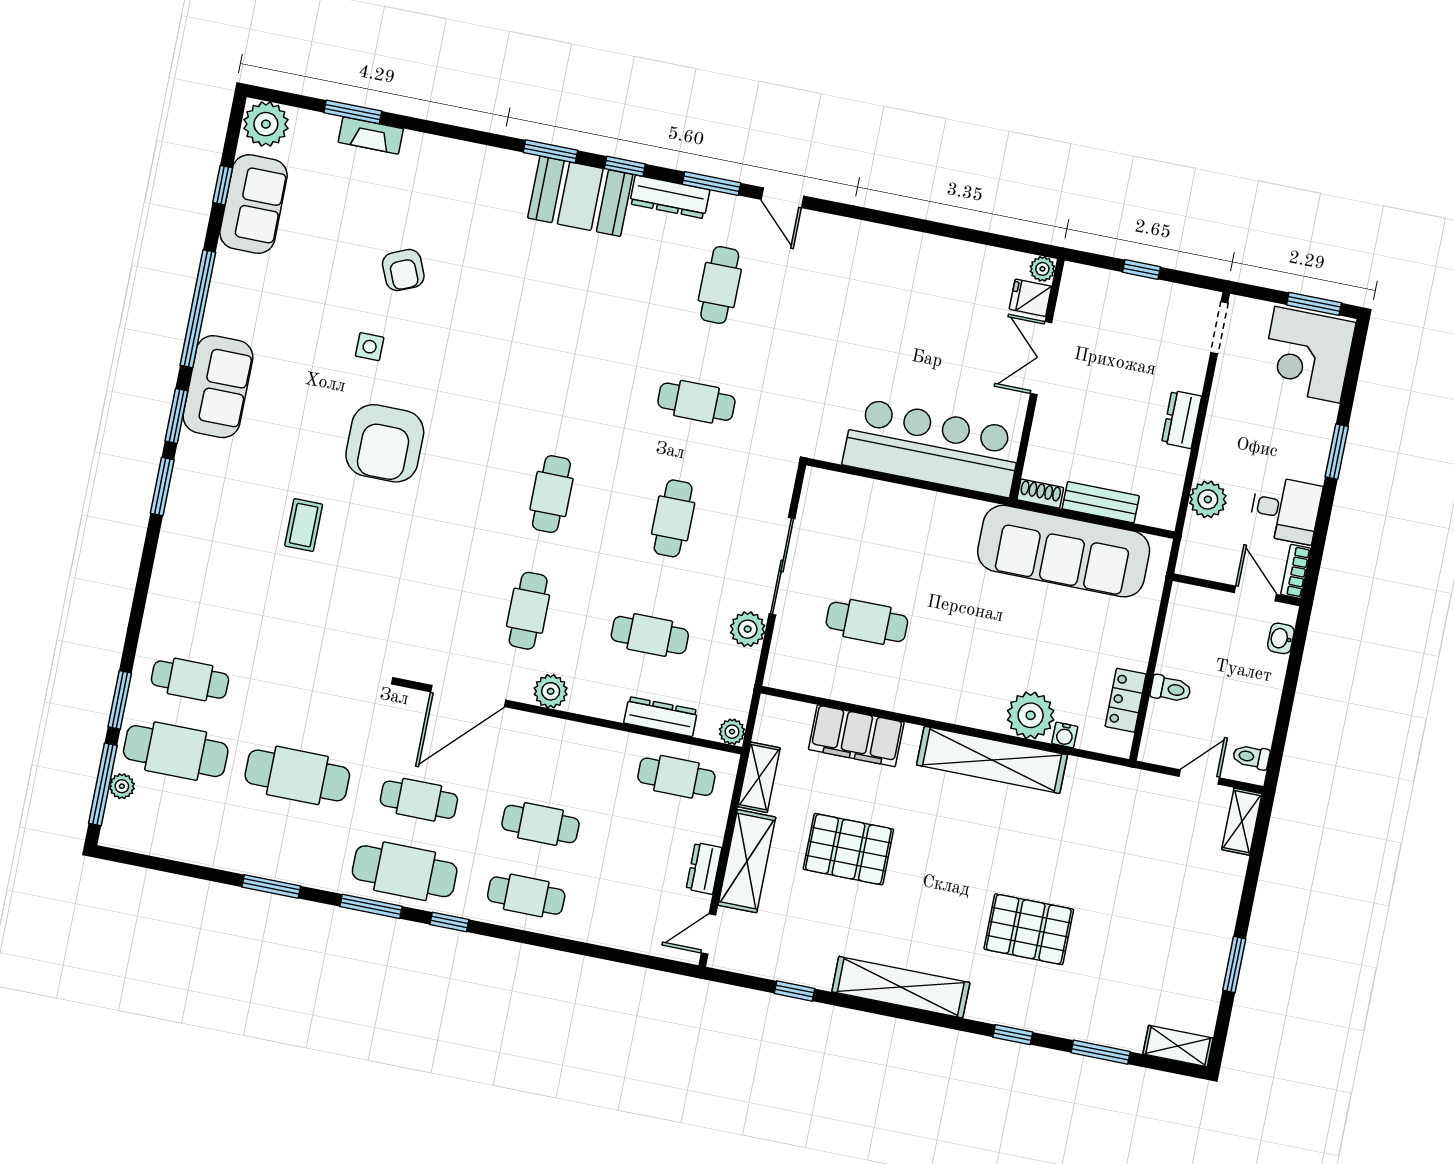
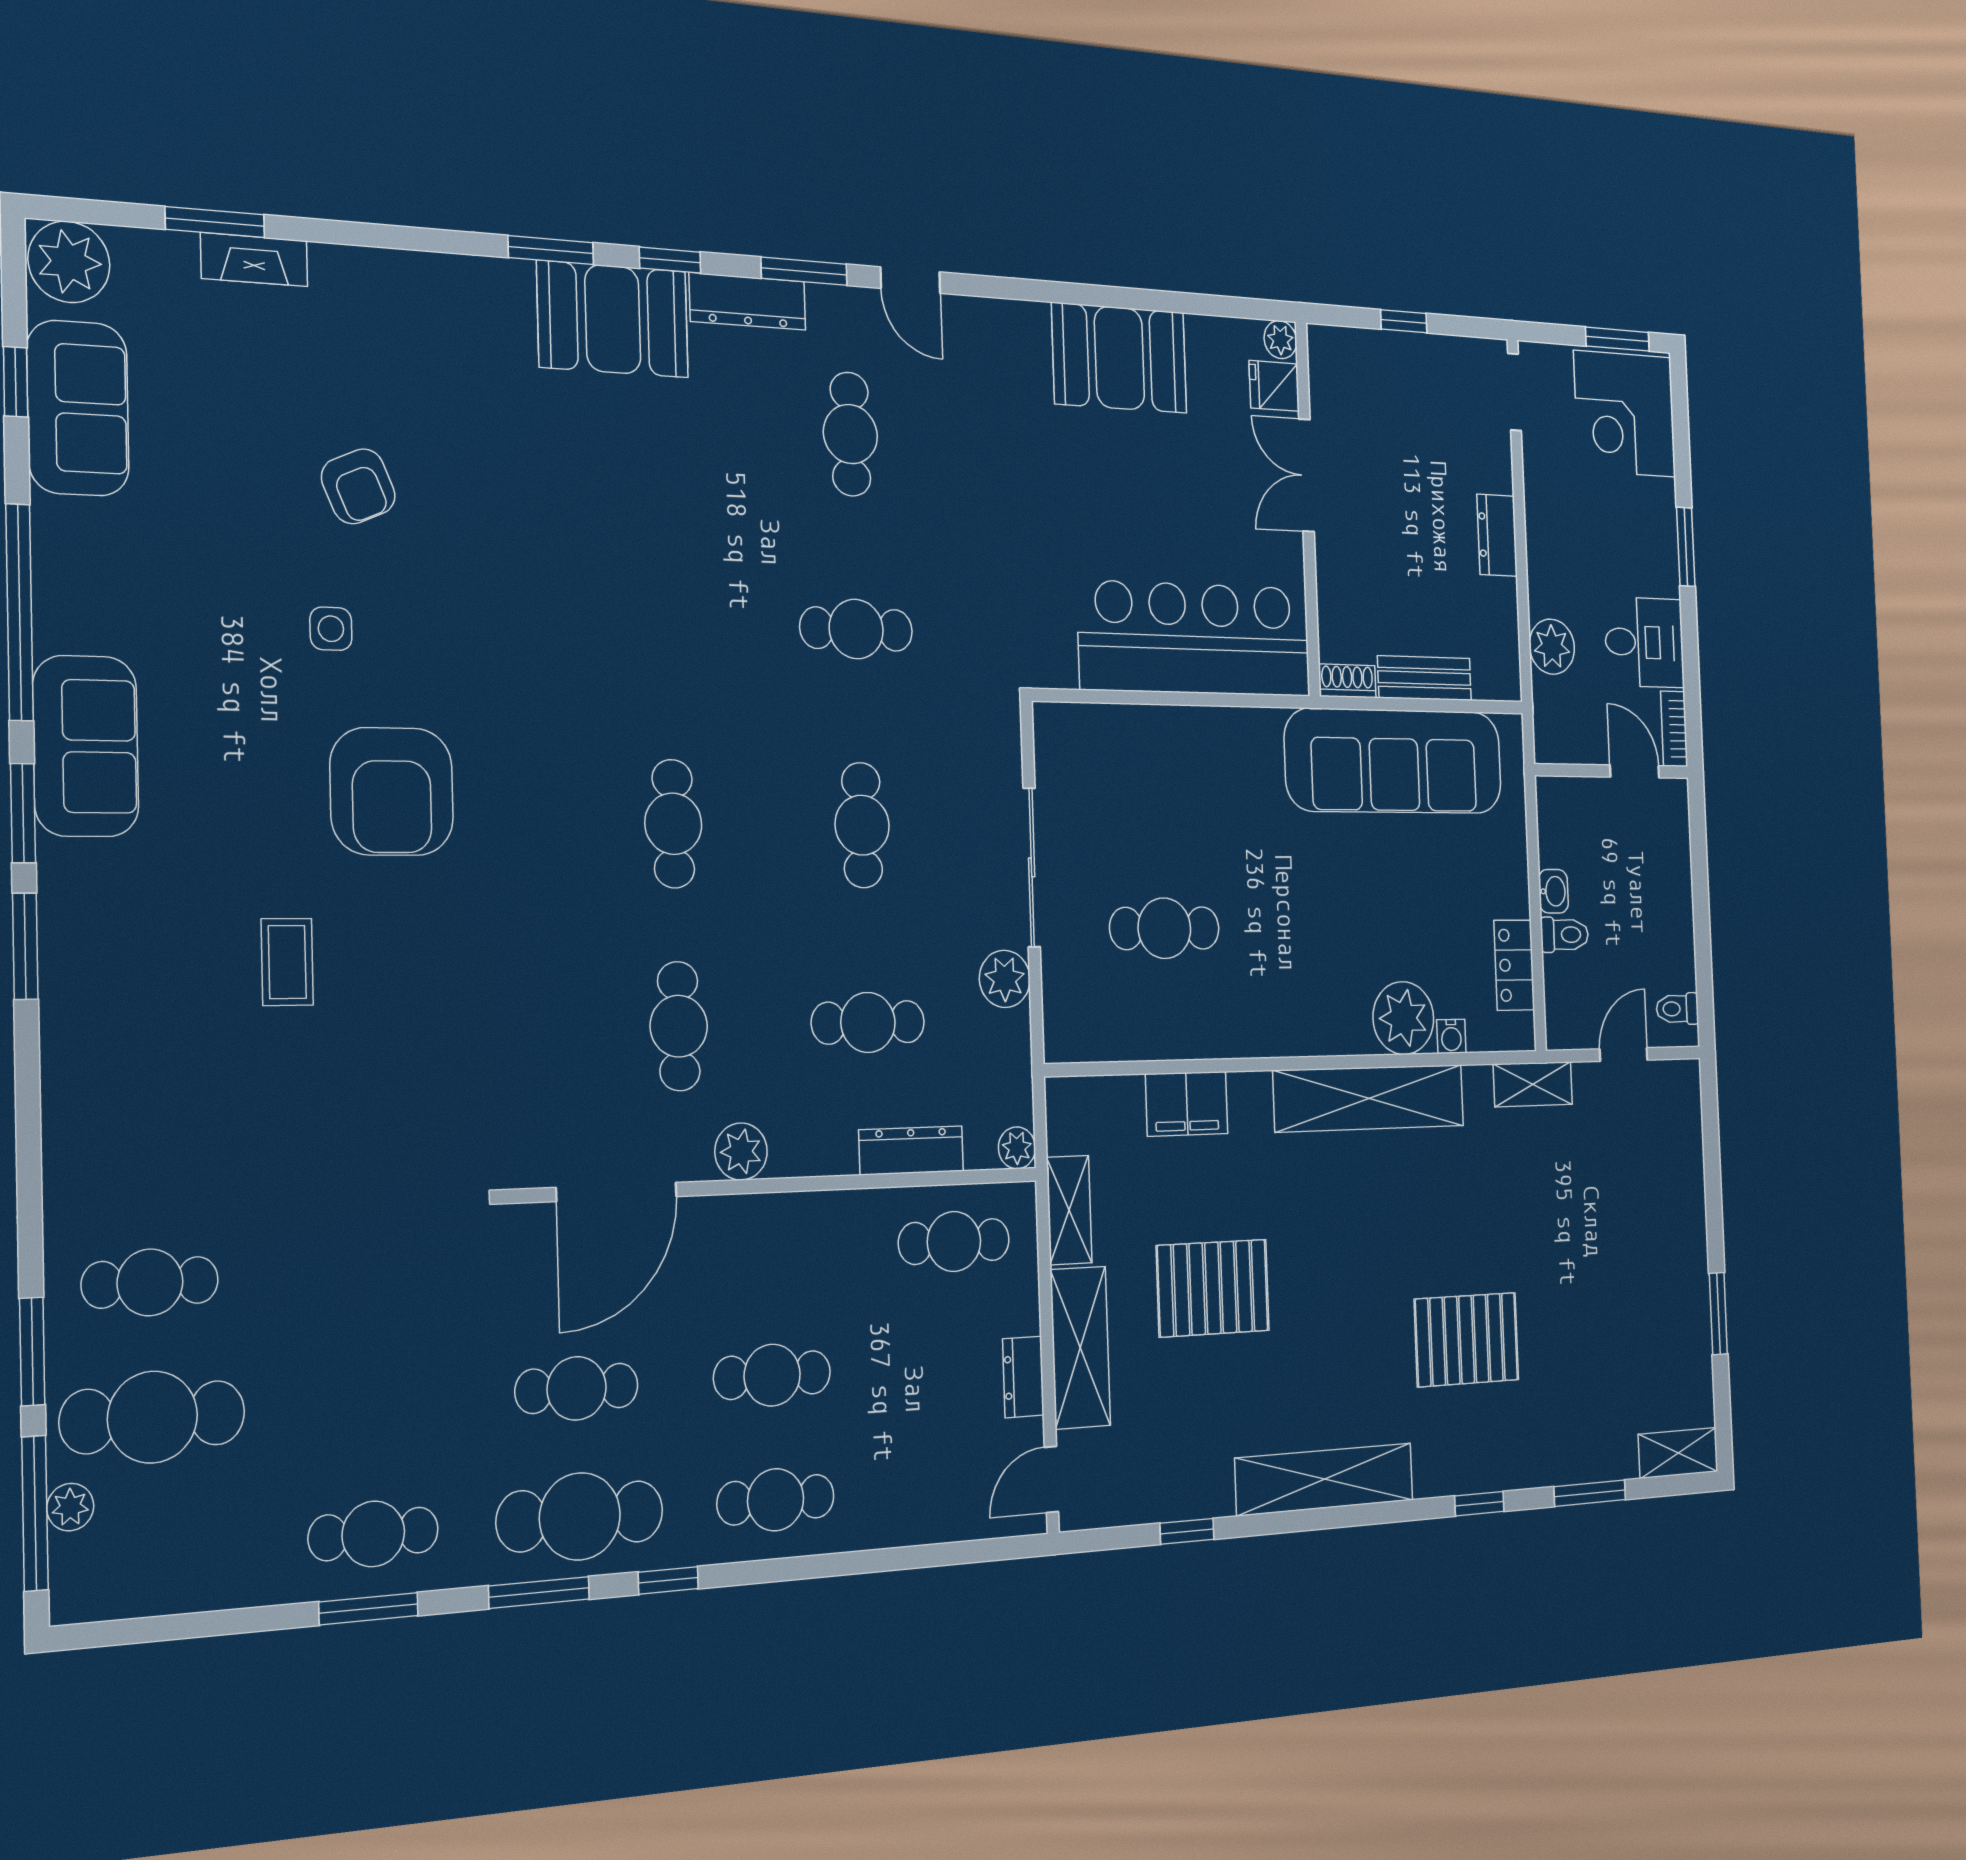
booth: (919, 265) -> (1119, 358), added
washbasin: (1281, 638) -> (1553, 891), moved, turned 180
filing cabinet: (856, 736) -> (1187, 1104), width x0.67, depth x0.86
cafe table: (297, 775) -> (373, 1534), moved, width x0.73, depth x0.74
shelving: (1242, 822) -> (1533, 1084), moved, turned 90

